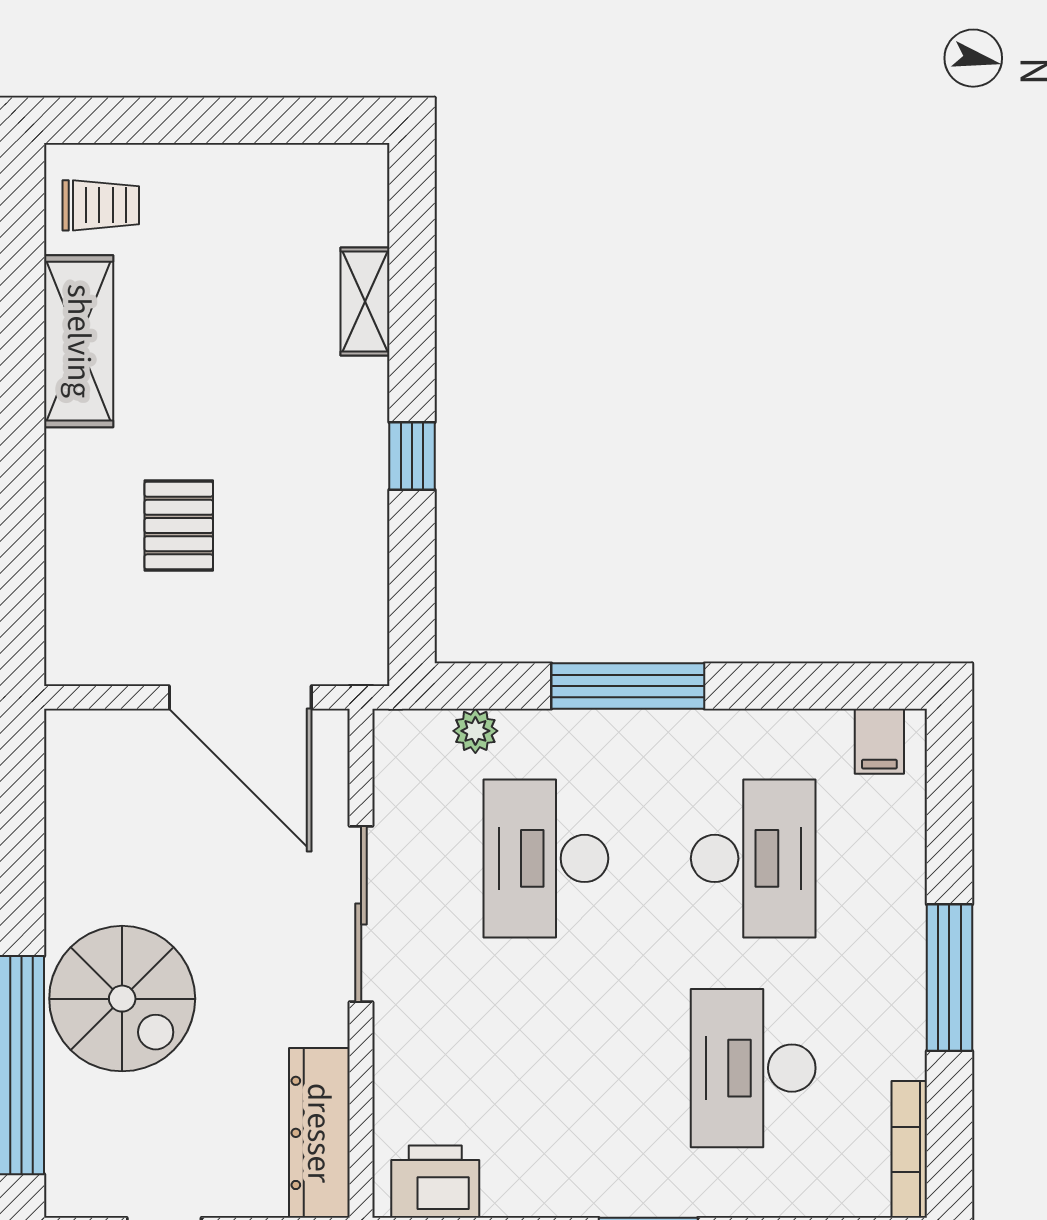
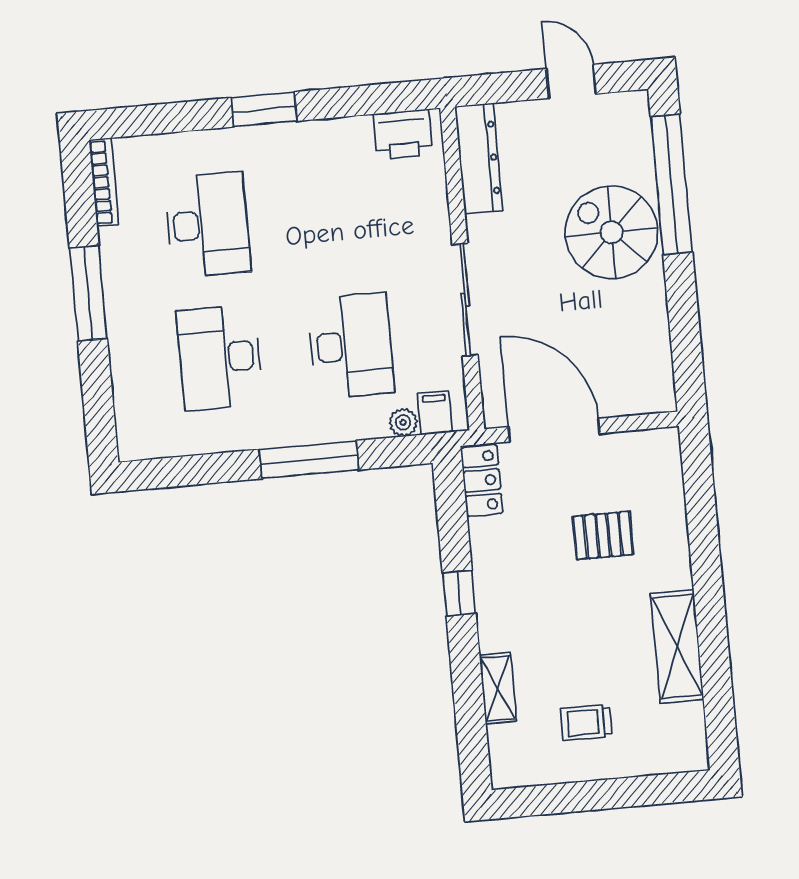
trolley: (101, 205) -> (586, 723), moved
pallet: (179, 526) -> (603, 535), turned 90
locker: (360, 629) -> (482, 480), added
filing cabinet: (879, 741) -> (435, 413), moved

